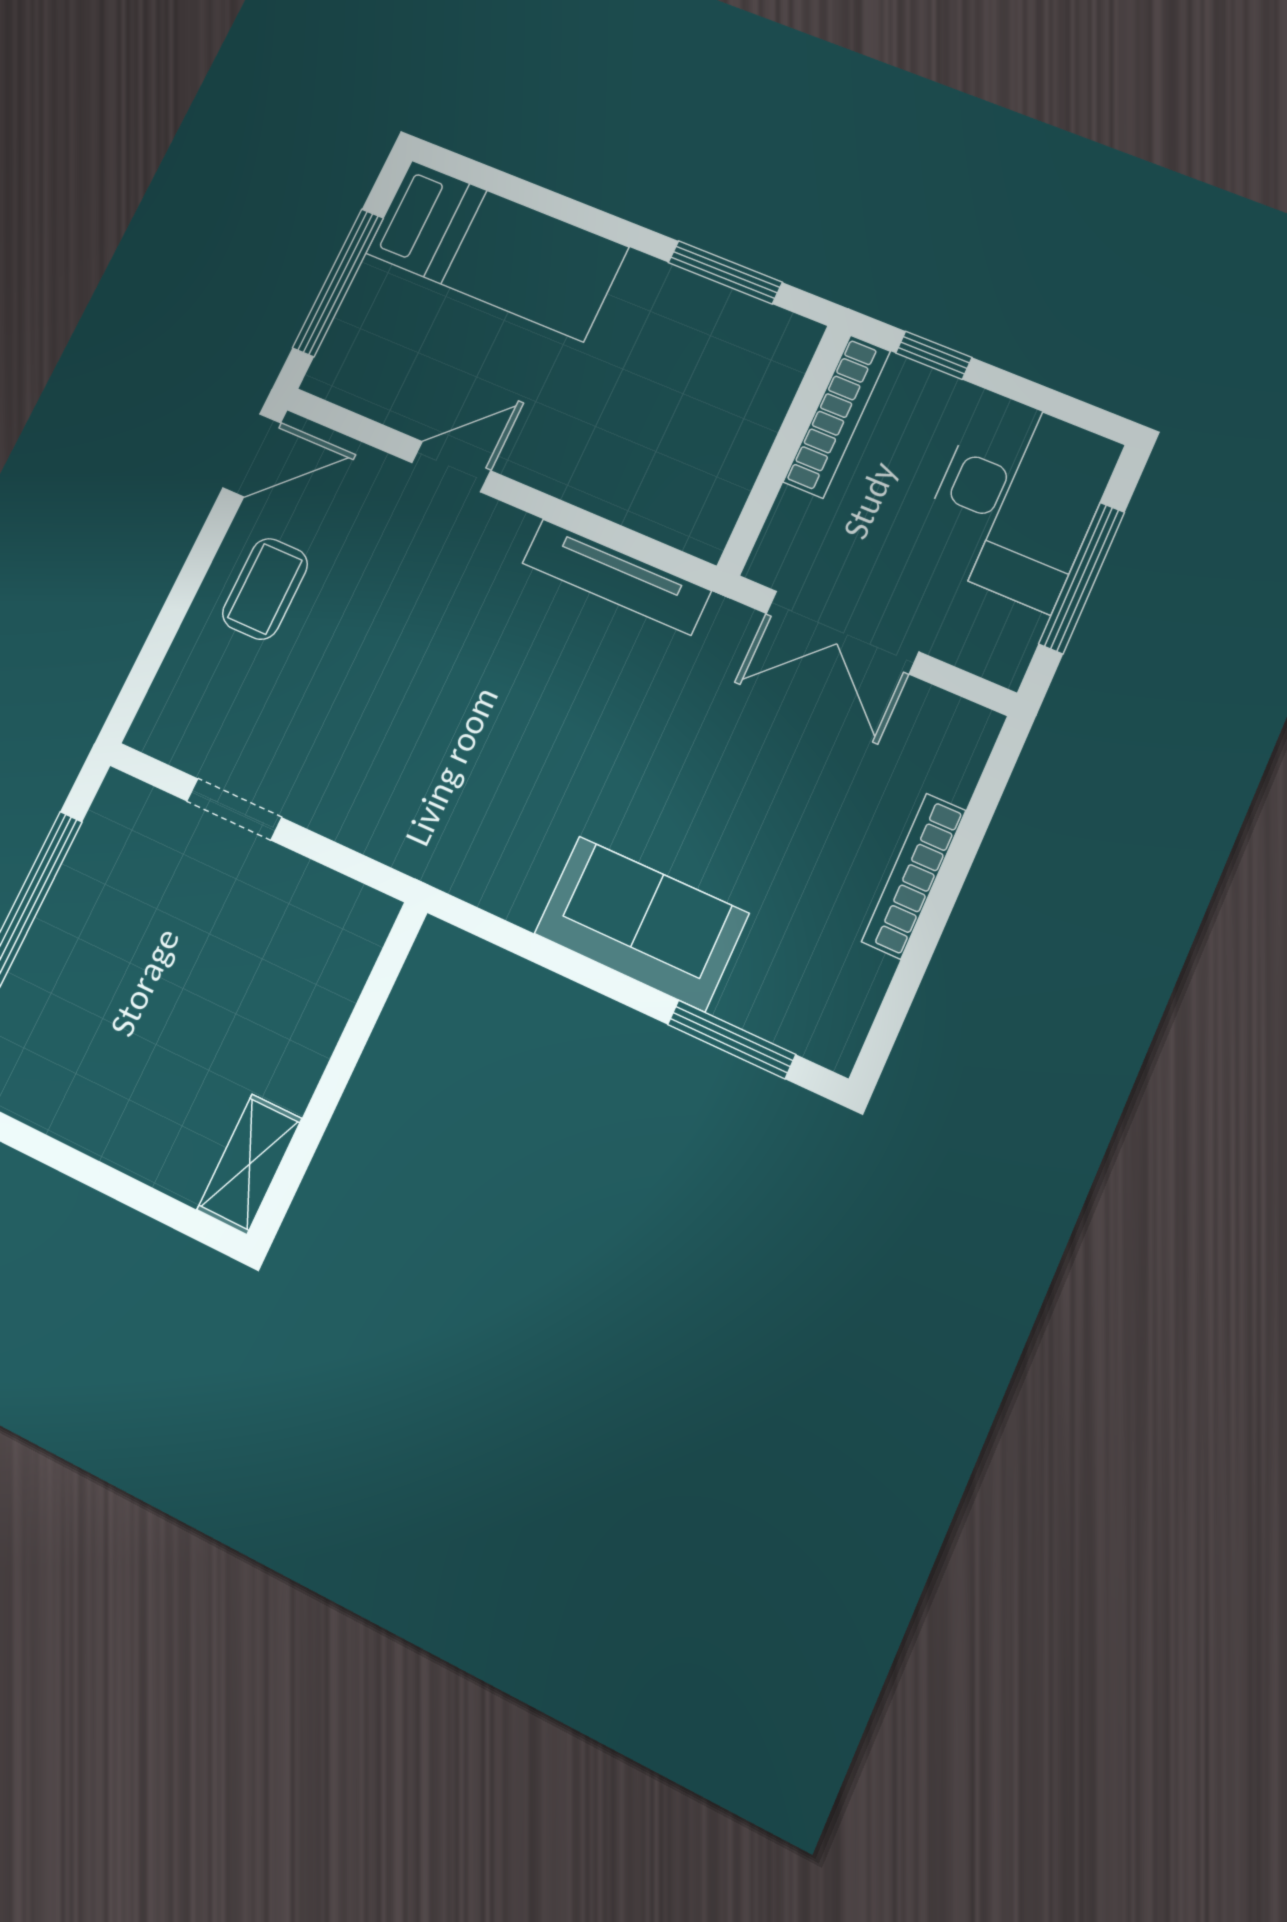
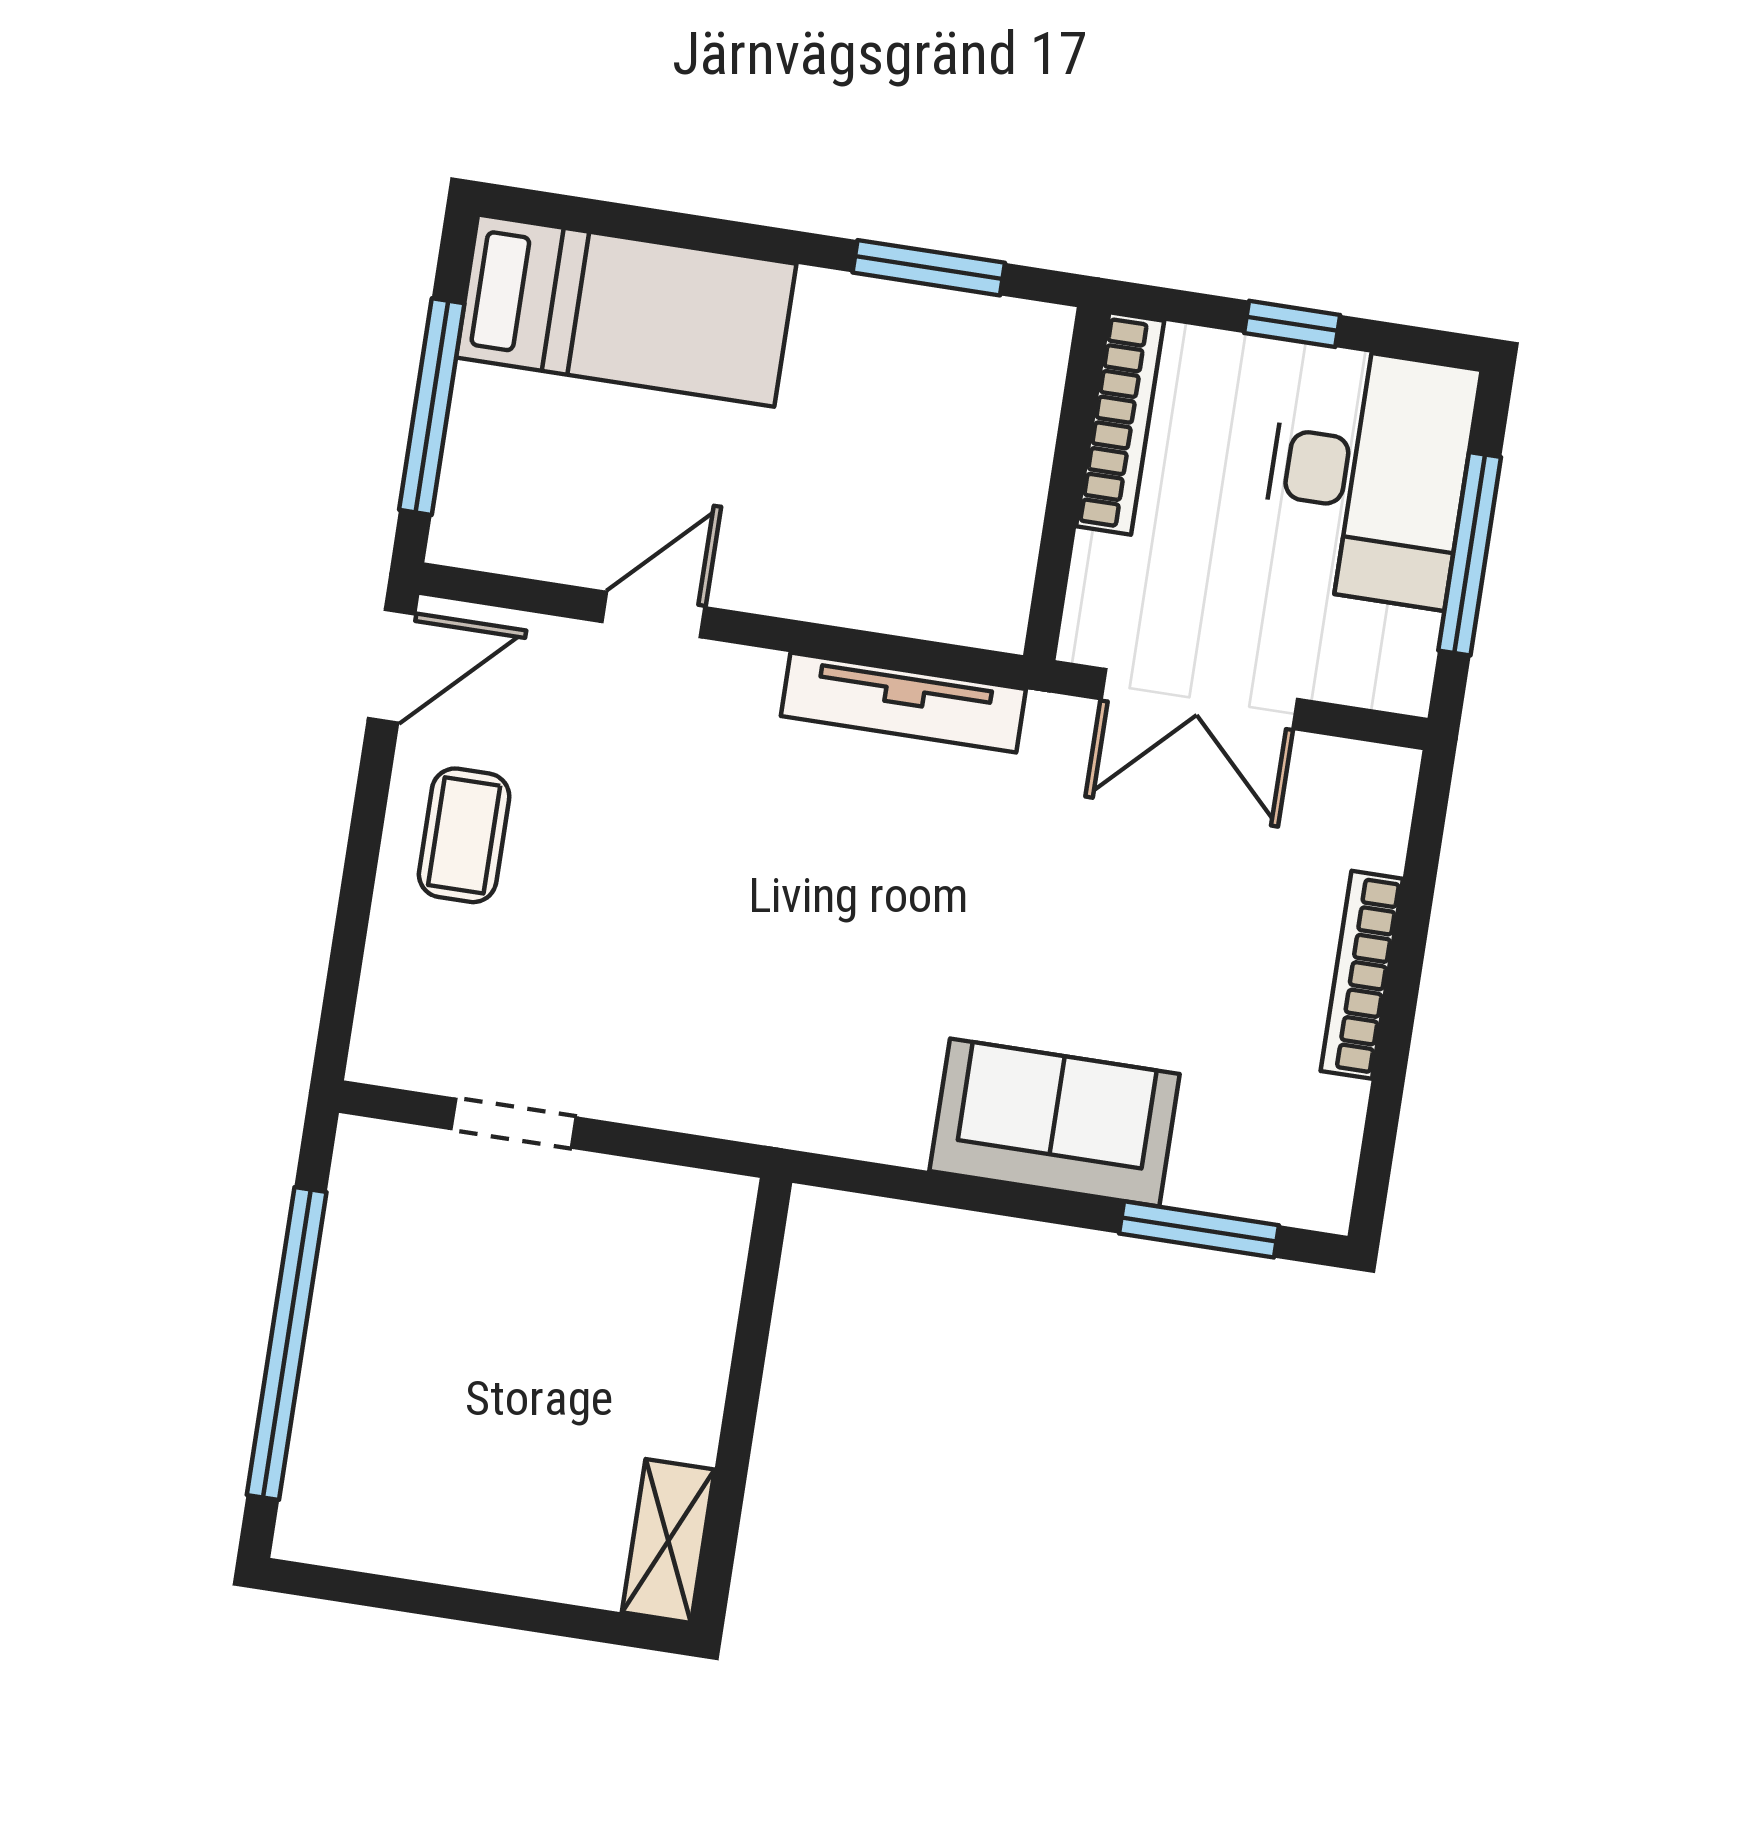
window: (934, 355) -> (1292, 324), moved

